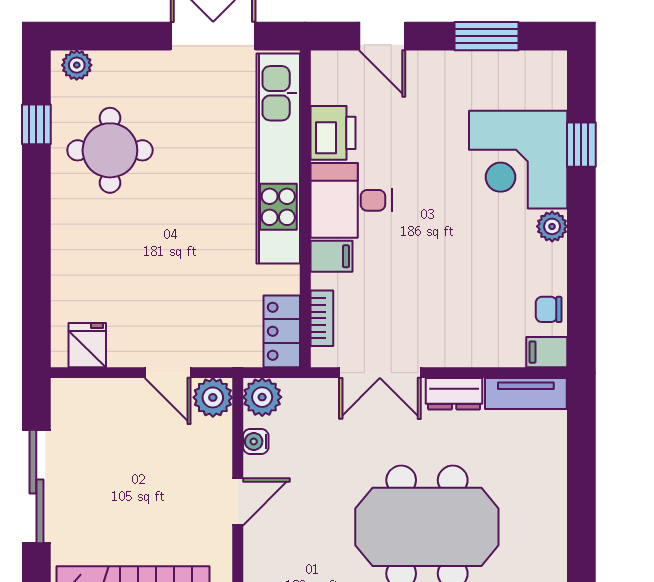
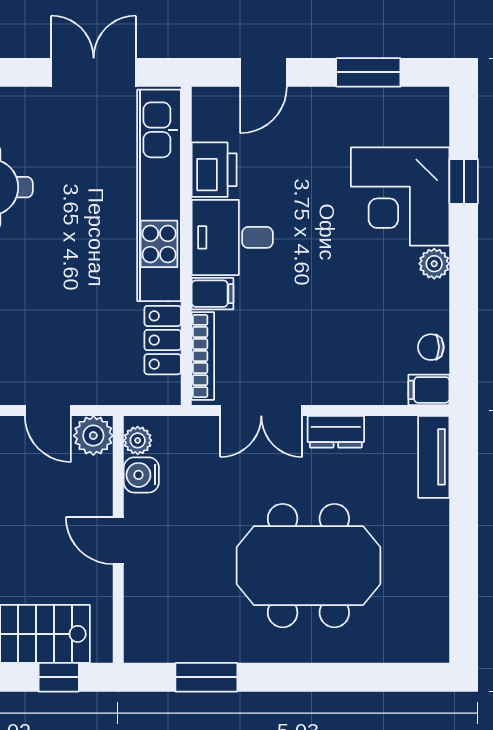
door: (382, 36) -> (264, 72), hinge flipped
bookcase: (322, 318) -> (203, 356), width x1.56
locker: (282, 331) -> (163, 340), moved
tv unit: (526, 394) -> (434, 457), moved, turned 90
plant: (262, 397) -> (138, 440), width x0.73, depth x0.73
water cooler: (256, 441) -> (141, 475), width x1.38, depth x1.38
door: (238, 502) -> (118, 541), swing flipped

